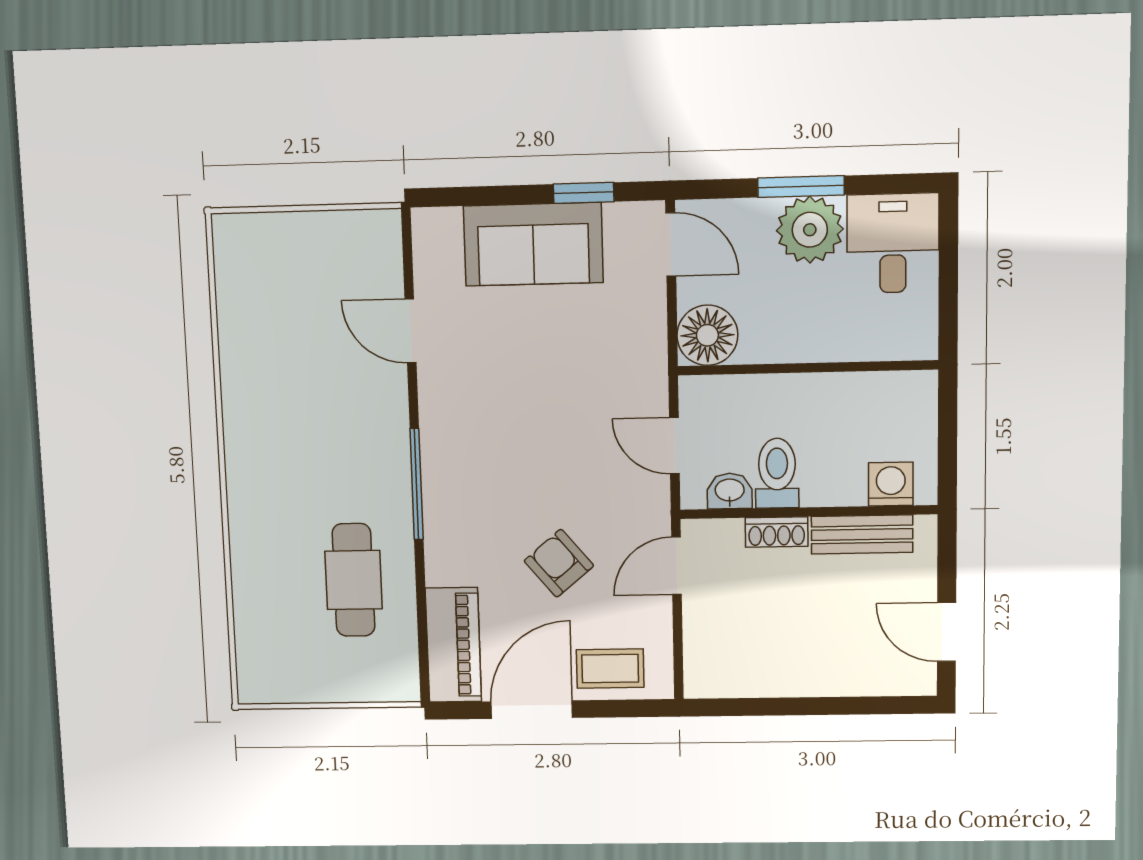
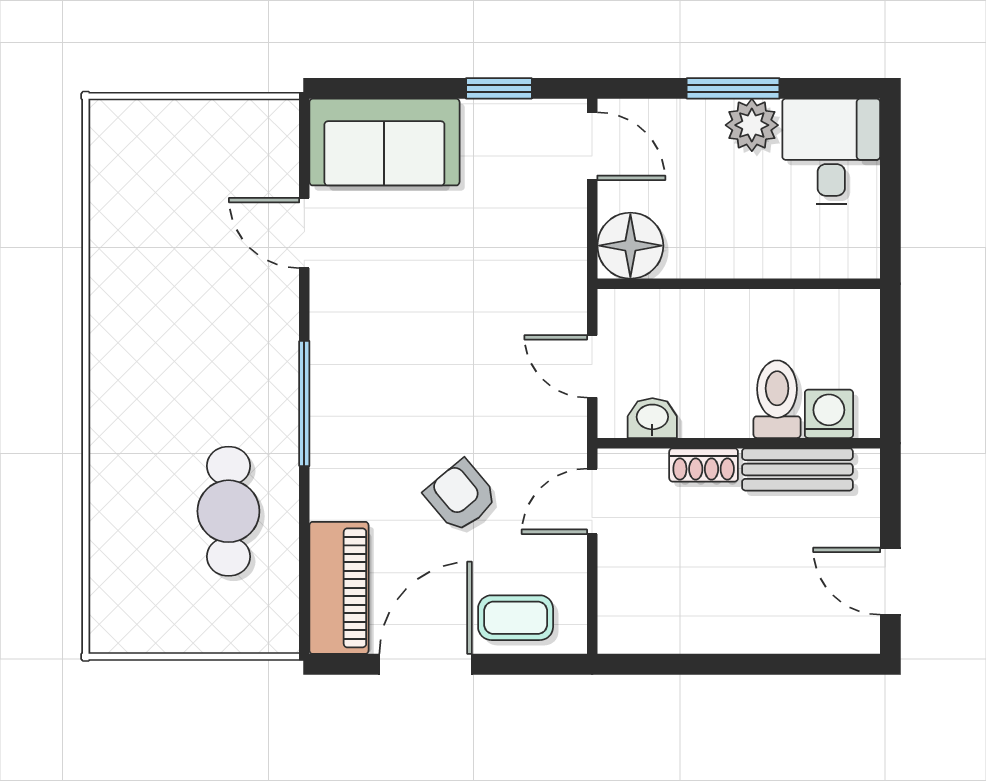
plant: (810, 230) -> (752, 125), width x0.73, depth x0.73
sofa: (533, 244) -> (384, 142), moved
toilet: (777, 473) -> (777, 399), moved

